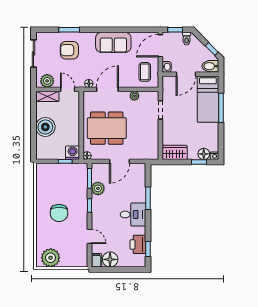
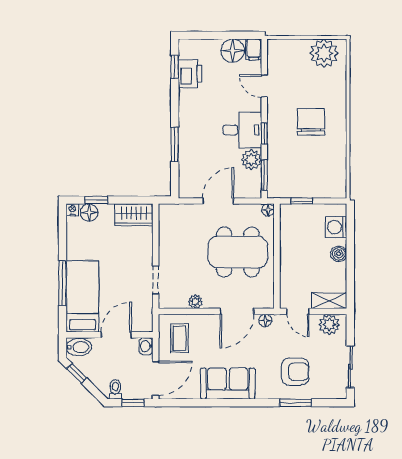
boiler: (45, 127) -> (339, 254), width x0.54, depth x0.54
washing machine: (73, 153) -> (336, 227), moved, turned 90
desk: (133, 214) -> (242, 130), moved, turned 180

